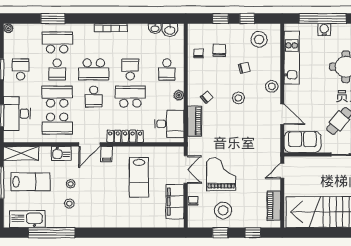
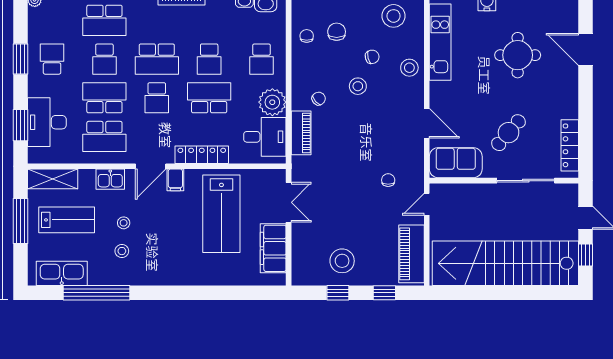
school desk: (57, 42) -> (104, 20), turned 180
school desk: (130, 69) -> (209, 59), turned 180
stool: (272, 86) -> (409, 68), moved
plant: (179, 95) -> (272, 102), width x1.88, depth x1.88
stool: (238, 98) -> (358, 86), moved
grand piano: (221, 174) -> (339, 209), removed
lab bench: (139, 178) -> (221, 214), width x1.36, depth x1.39
chair: (193, 201) -> (388, 180), moved
piano: (274, 206) -> (411, 254), width x1.37, depth x1.33

